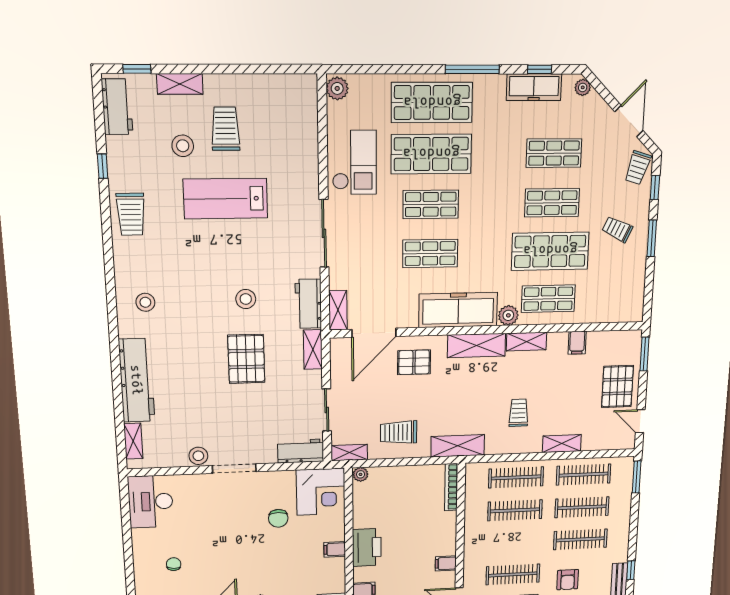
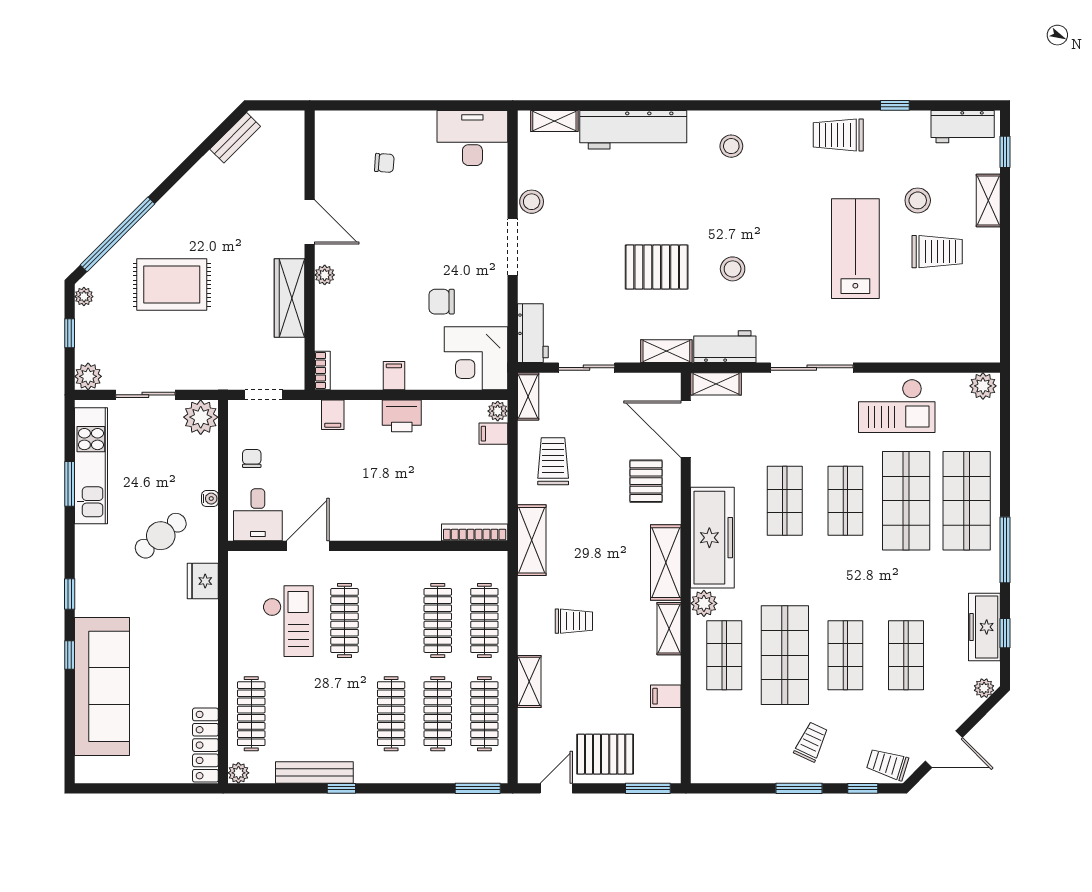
printer: (367, 547) -> (402, 416), width x0.73, depth x0.84
filing cabinet: (446, 563) -> (493, 434), moved, turned -90
armchair: (568, 580) -> (332, 698), removed

